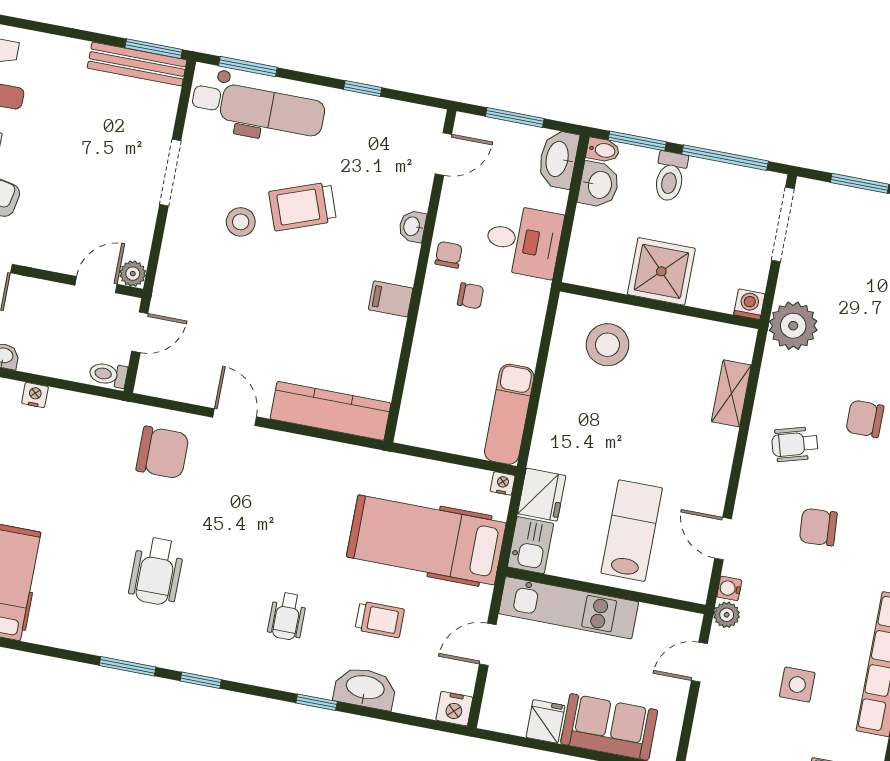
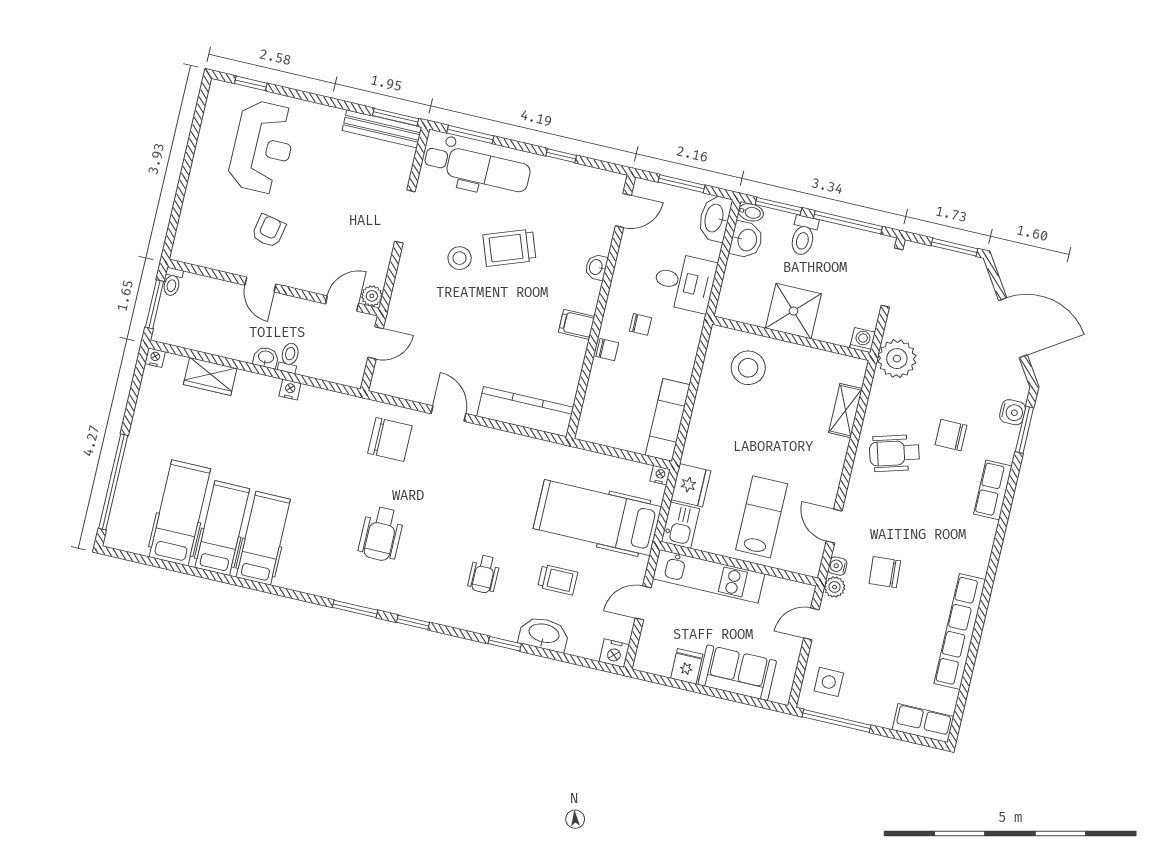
chair: (449, 255) -> (607, 350), moved, turned 90
toilet: (108, 374) -> (289, 358), moved, turned 90
wheelchair: (795, 444) -> (894, 453), width x1.36, depth x1.37
chair: (818, 527) -> (885, 572), moved
side table: (797, 685) -> (829, 682), moved

